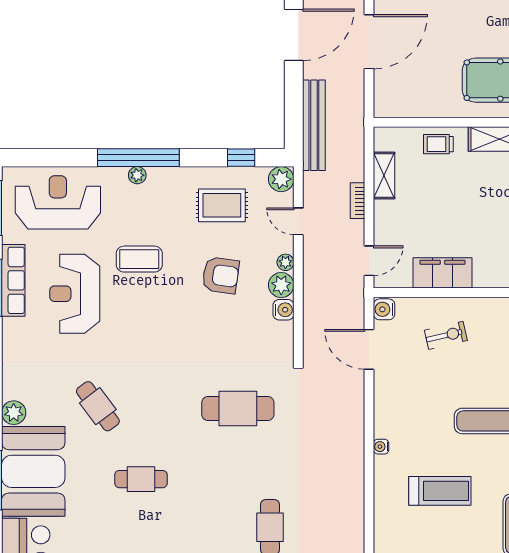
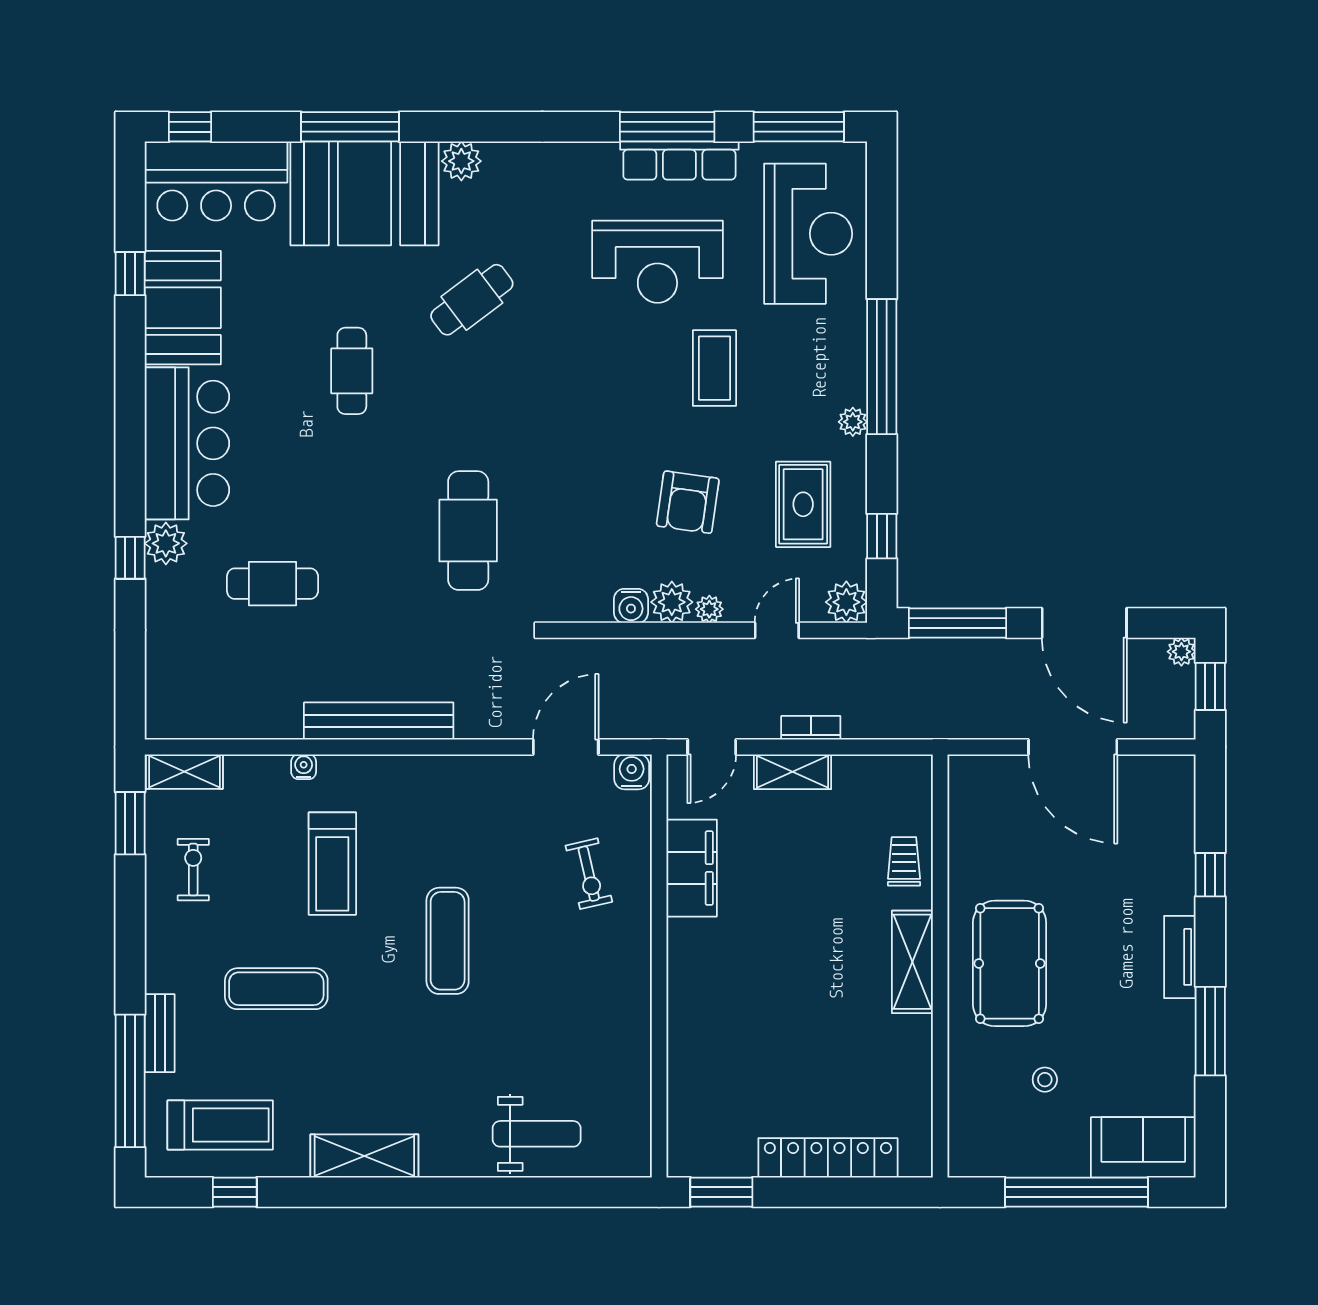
window: (294, 112) -> (957, 623), added
bench: (314, 125) -> (379, 721), moved
plant: (137, 175) -> (853, 422), moved
shelving: (384, 175) -> (793, 772), moved
door: (369, 261) -> (712, 747), hinge flipped
reception desk: (75, 294) -> (657, 262), turned 180
water cooler: (381, 447) -> (304, 767), moved

